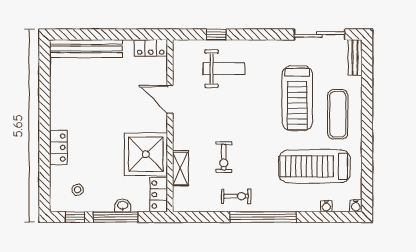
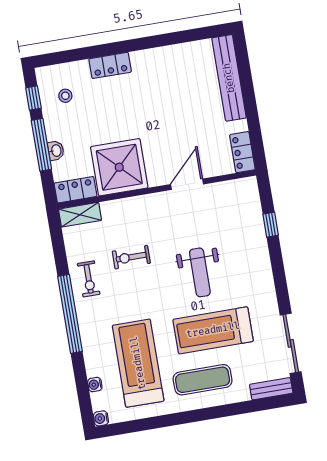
weight bench: (224, 69) -> (200, 272), moved
shelving: (180, 168) -> (80, 215), moved

